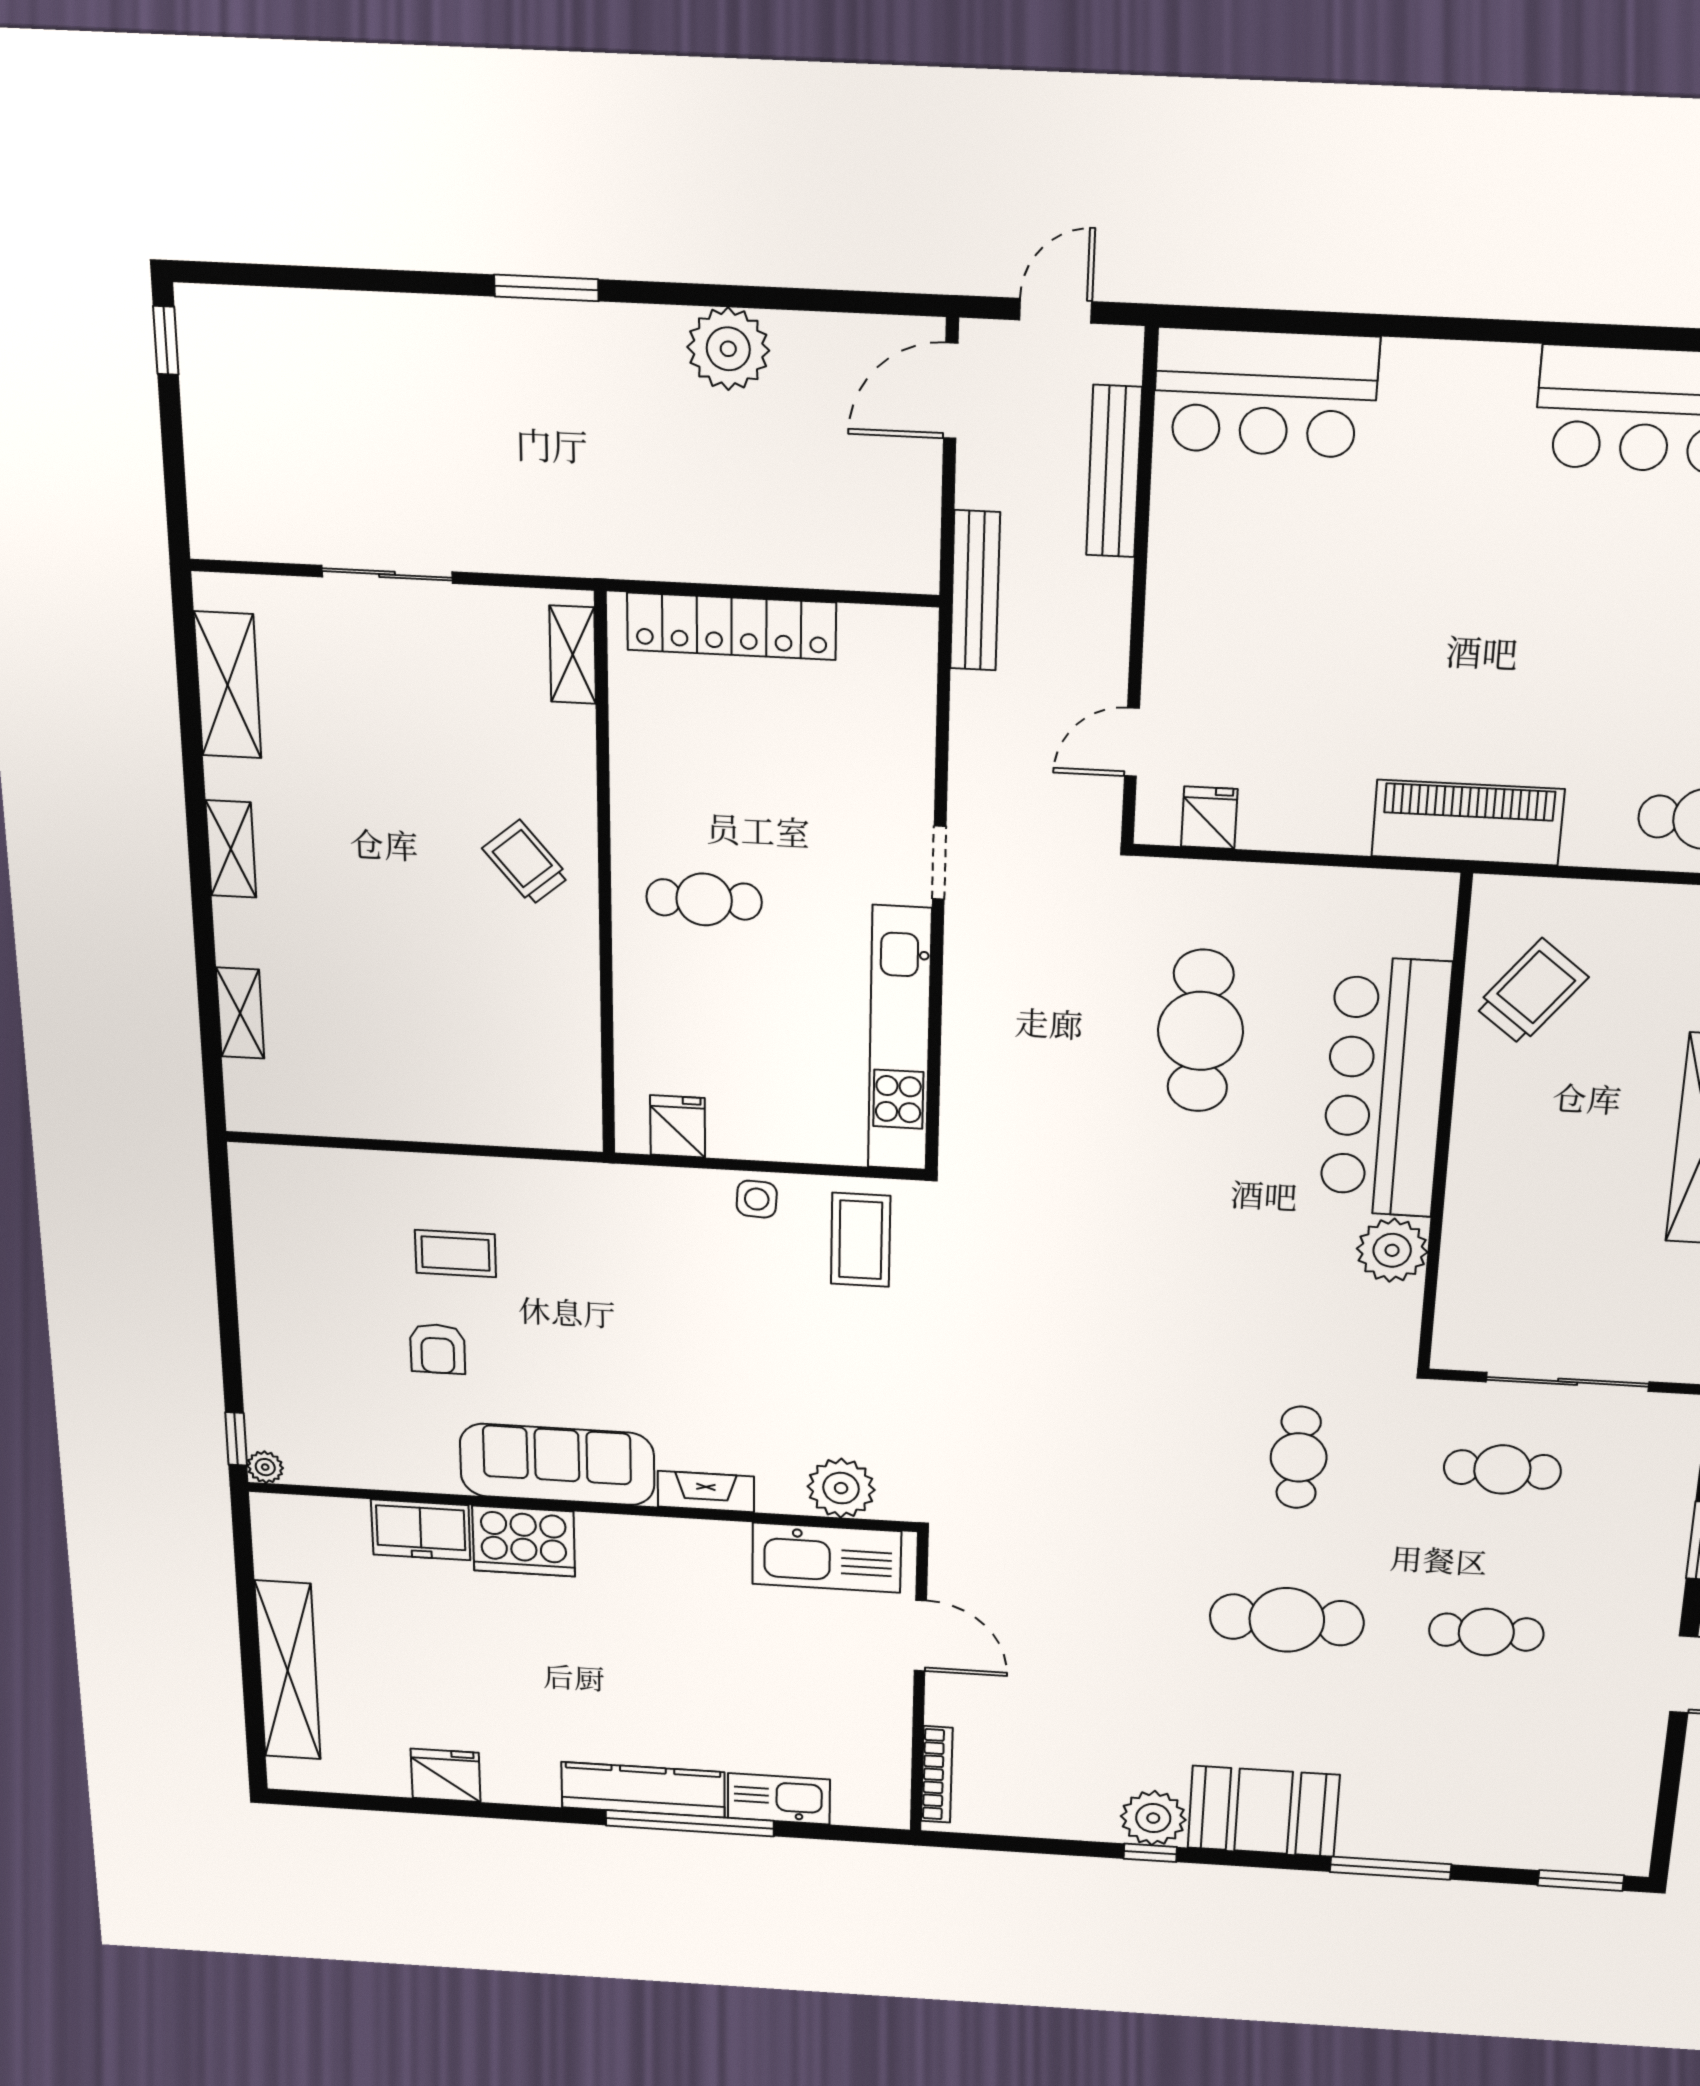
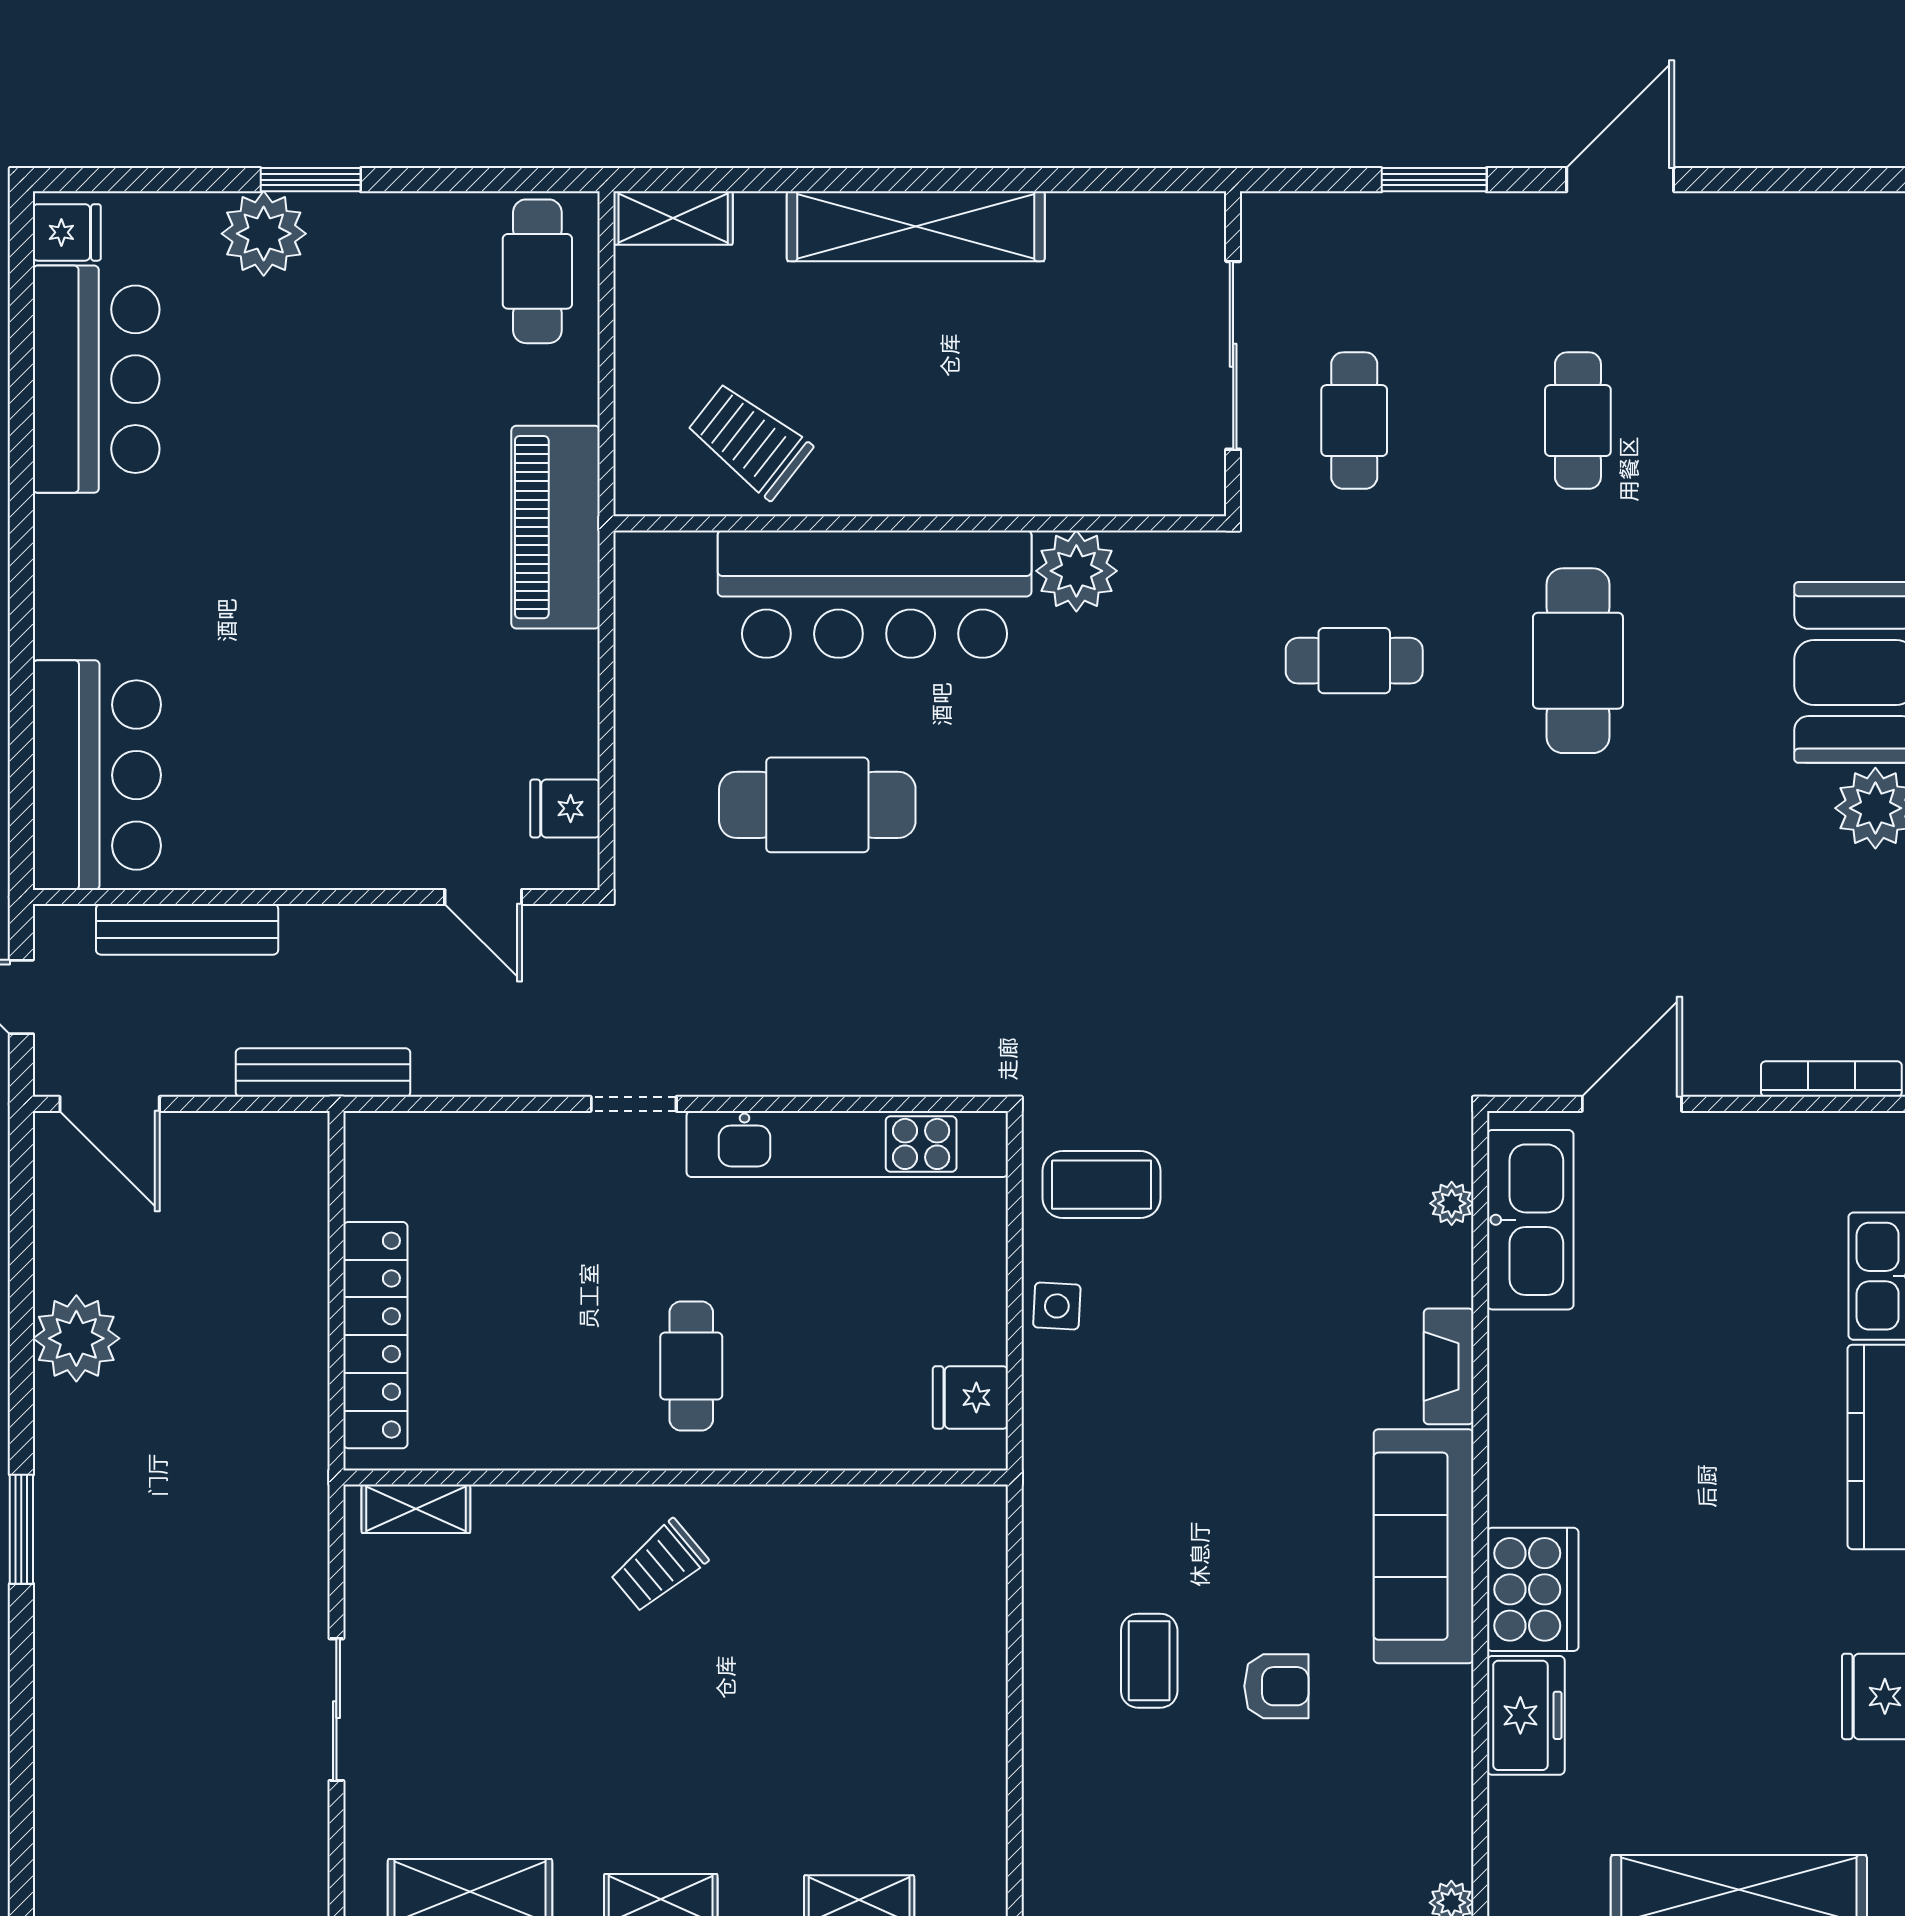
plant: (841, 1488) -> (1452, 1203), width x0.53, depth x0.53

